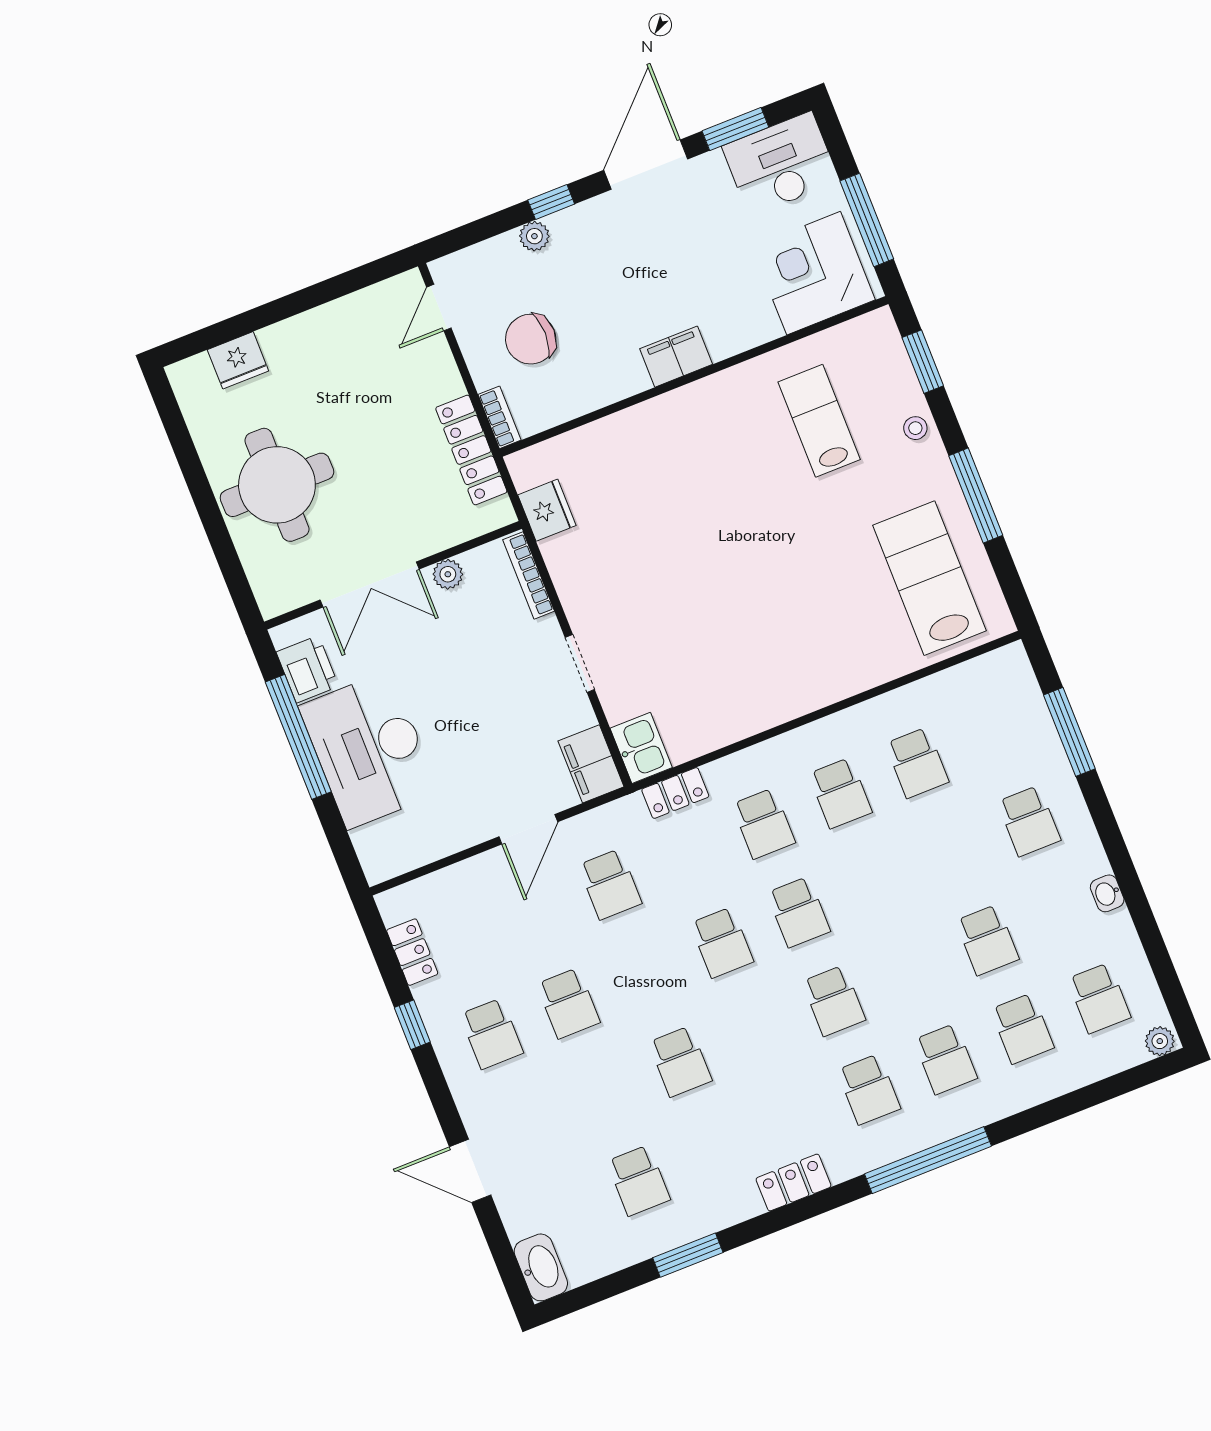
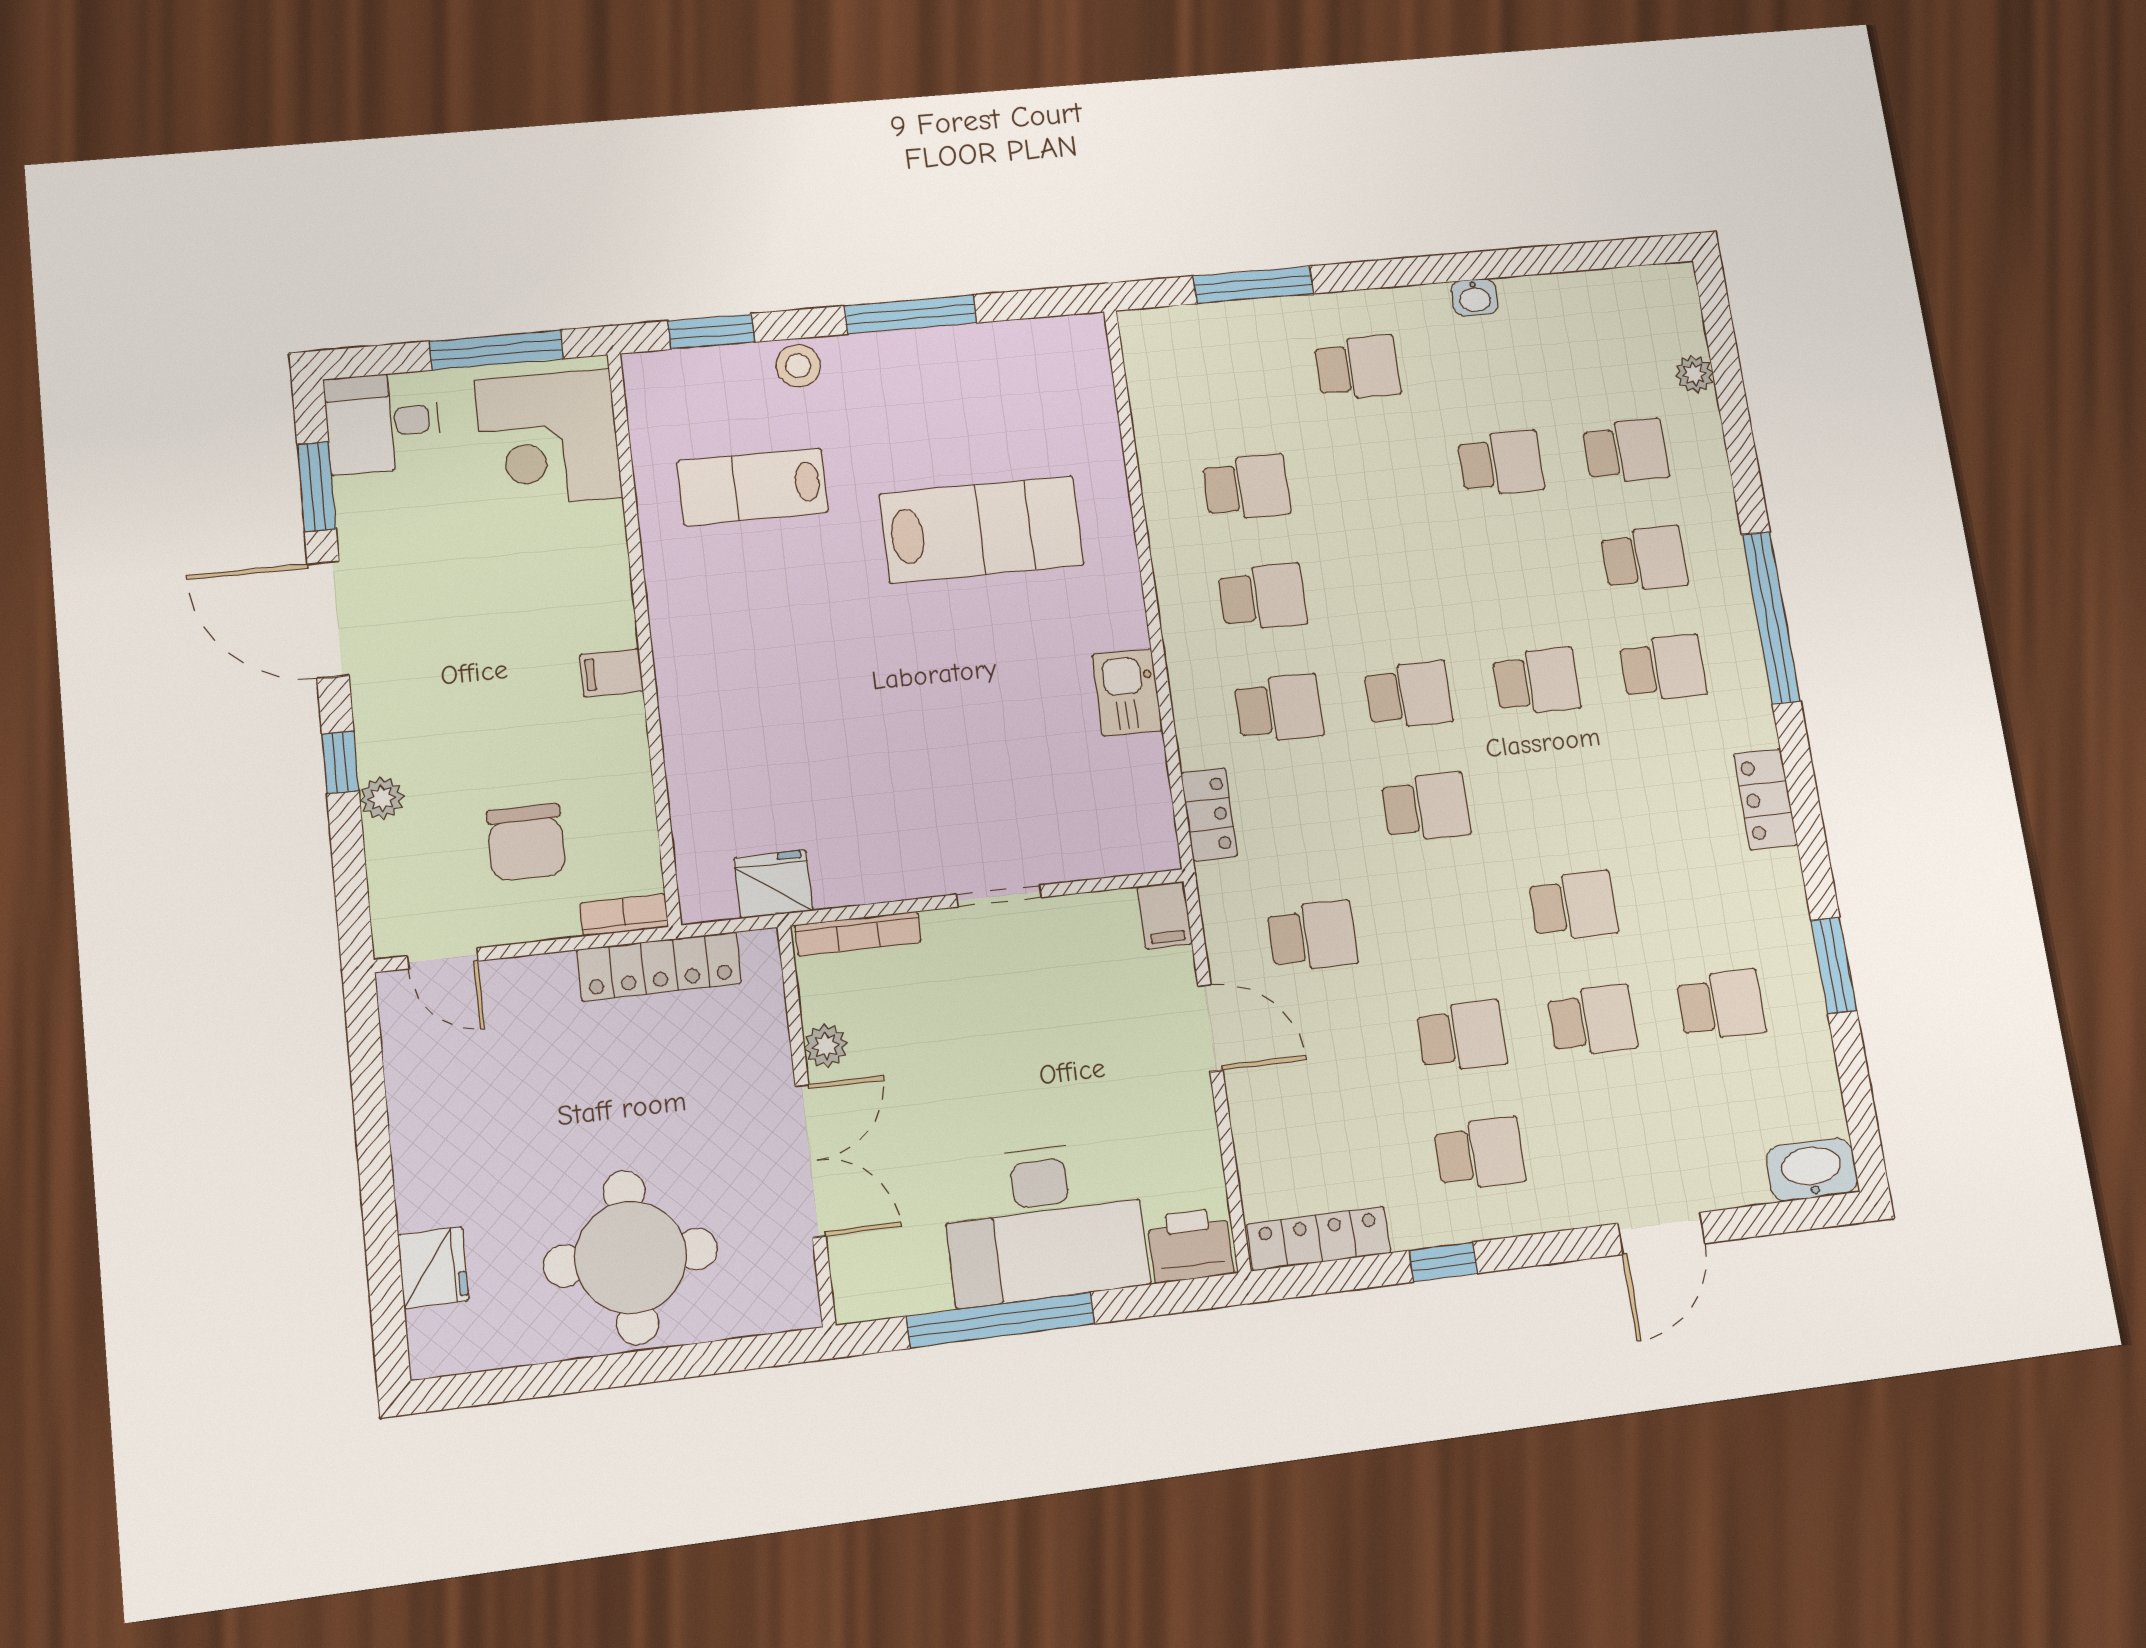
desk: (781, 164) -> (382, 422), width x0.73
filing cabinet: (676, 357) -> (611, 673), width x0.50
stool: (915, 428) -> (798, 366), width x1.37, depth x1.37
lab bench: (929, 578) -> (982, 529), moved, turned 180
printer: (307, 669) -> (1190, 1245), moved
kitchen sink: (641, 748) -> (1127, 692), moved, turned -90
filing cabinet: (591, 764) -> (1165, 915), width x0.50
locker: (412, 952) -> (1319, 1239), width x1.53
school desk: (1099, 998) -> (1592, 1021), moved
plant: (1160, 1041) -> (1694, 374), moved

